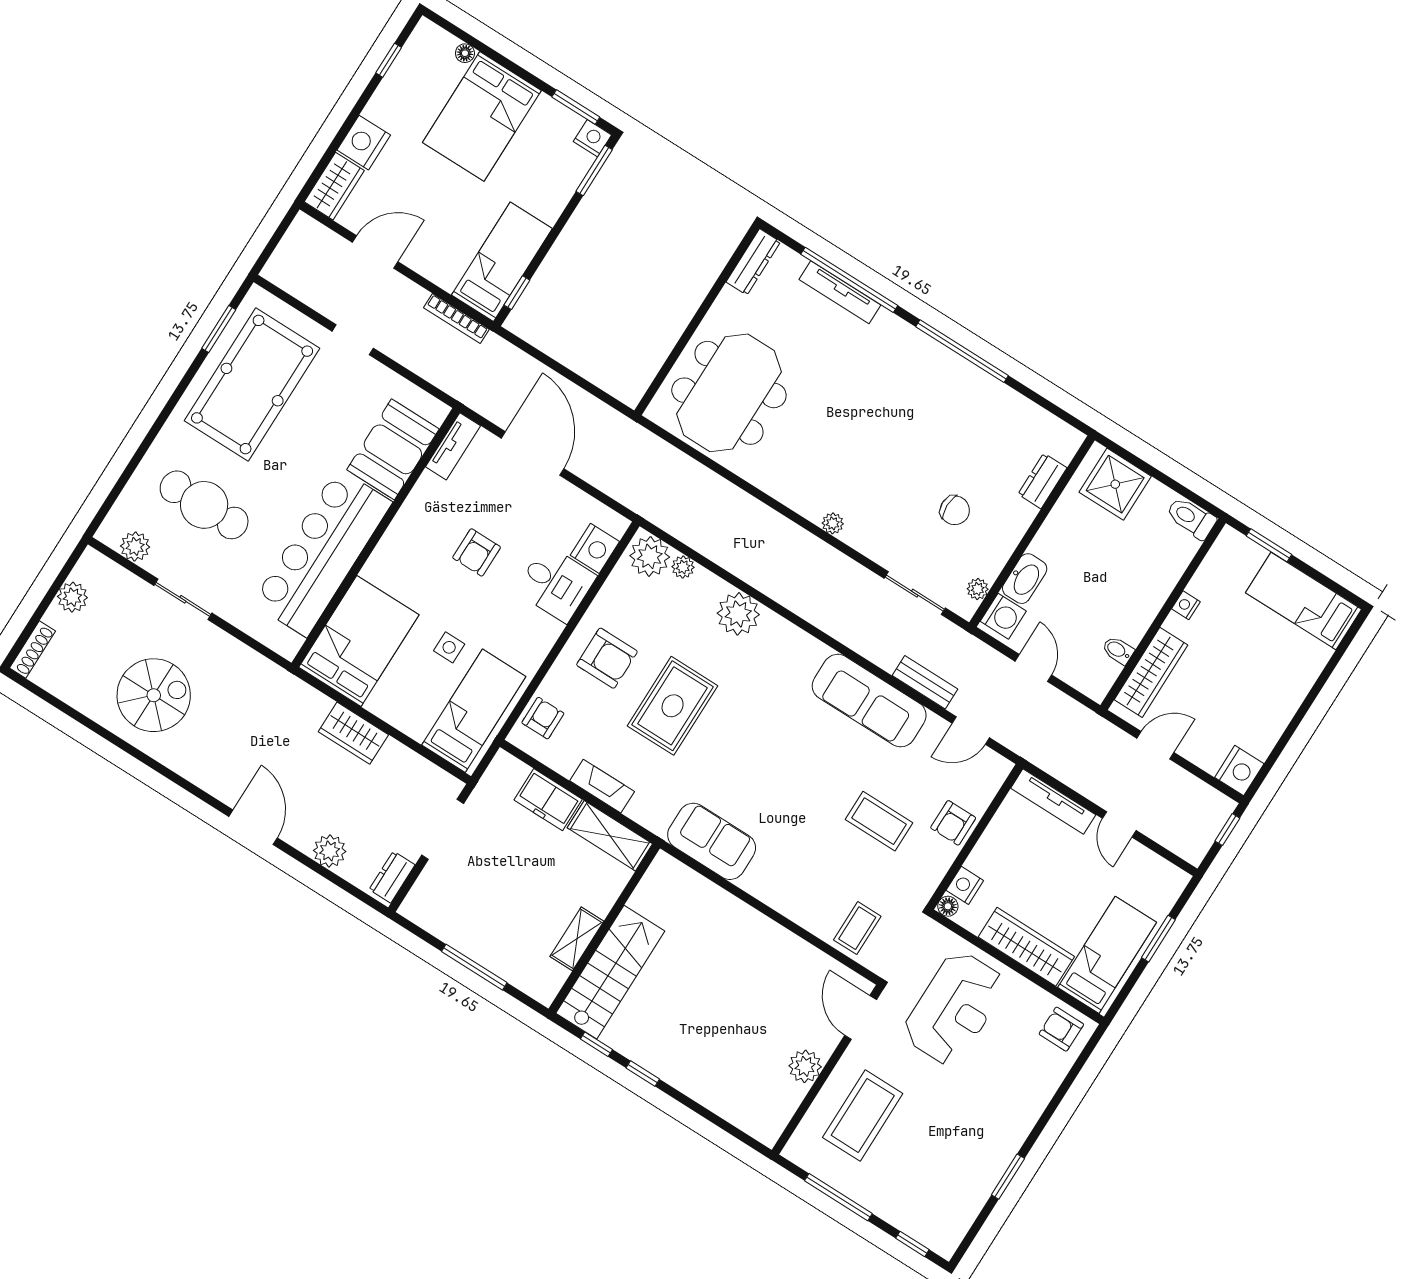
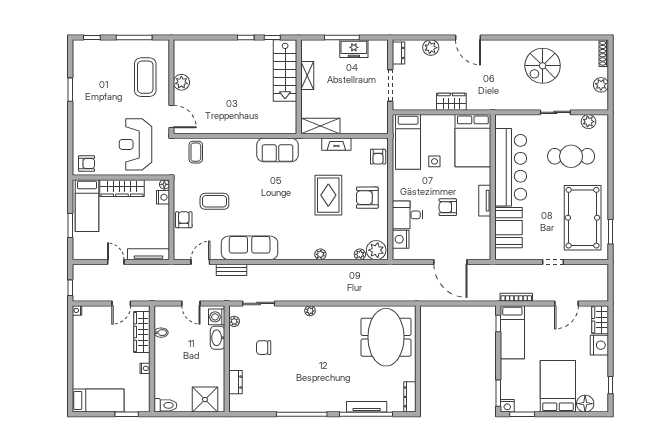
floor lamp: (465, 53) -> (585, 404), width x1.89, depth x1.89
tv unit: (453, 446) -> (485, 201), moved
armchair: (477, 552) -> (448, 207), turned -90
plant: (738, 614) -> (320, 254), width x0.53, depth x0.53
nightstand: (1239, 771) -> (77, 310), width x0.53, depth x0.56
freezer: (548, 800) -> (354, 49), moved, turned 180

